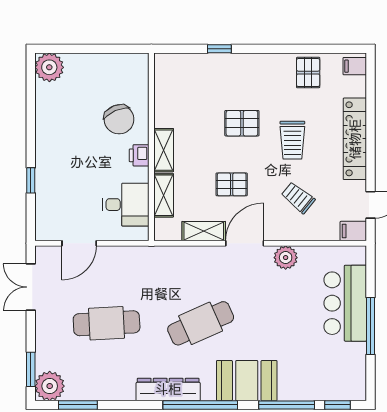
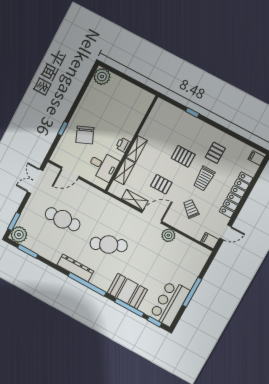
pallet: (308, 73) -> (215, 153), moved
chair: (119, 119) -> (85, 135), moved
bar counter: (345, 303) -> (170, 303), moved
booth: (247, 381) -> (127, 291), moved

